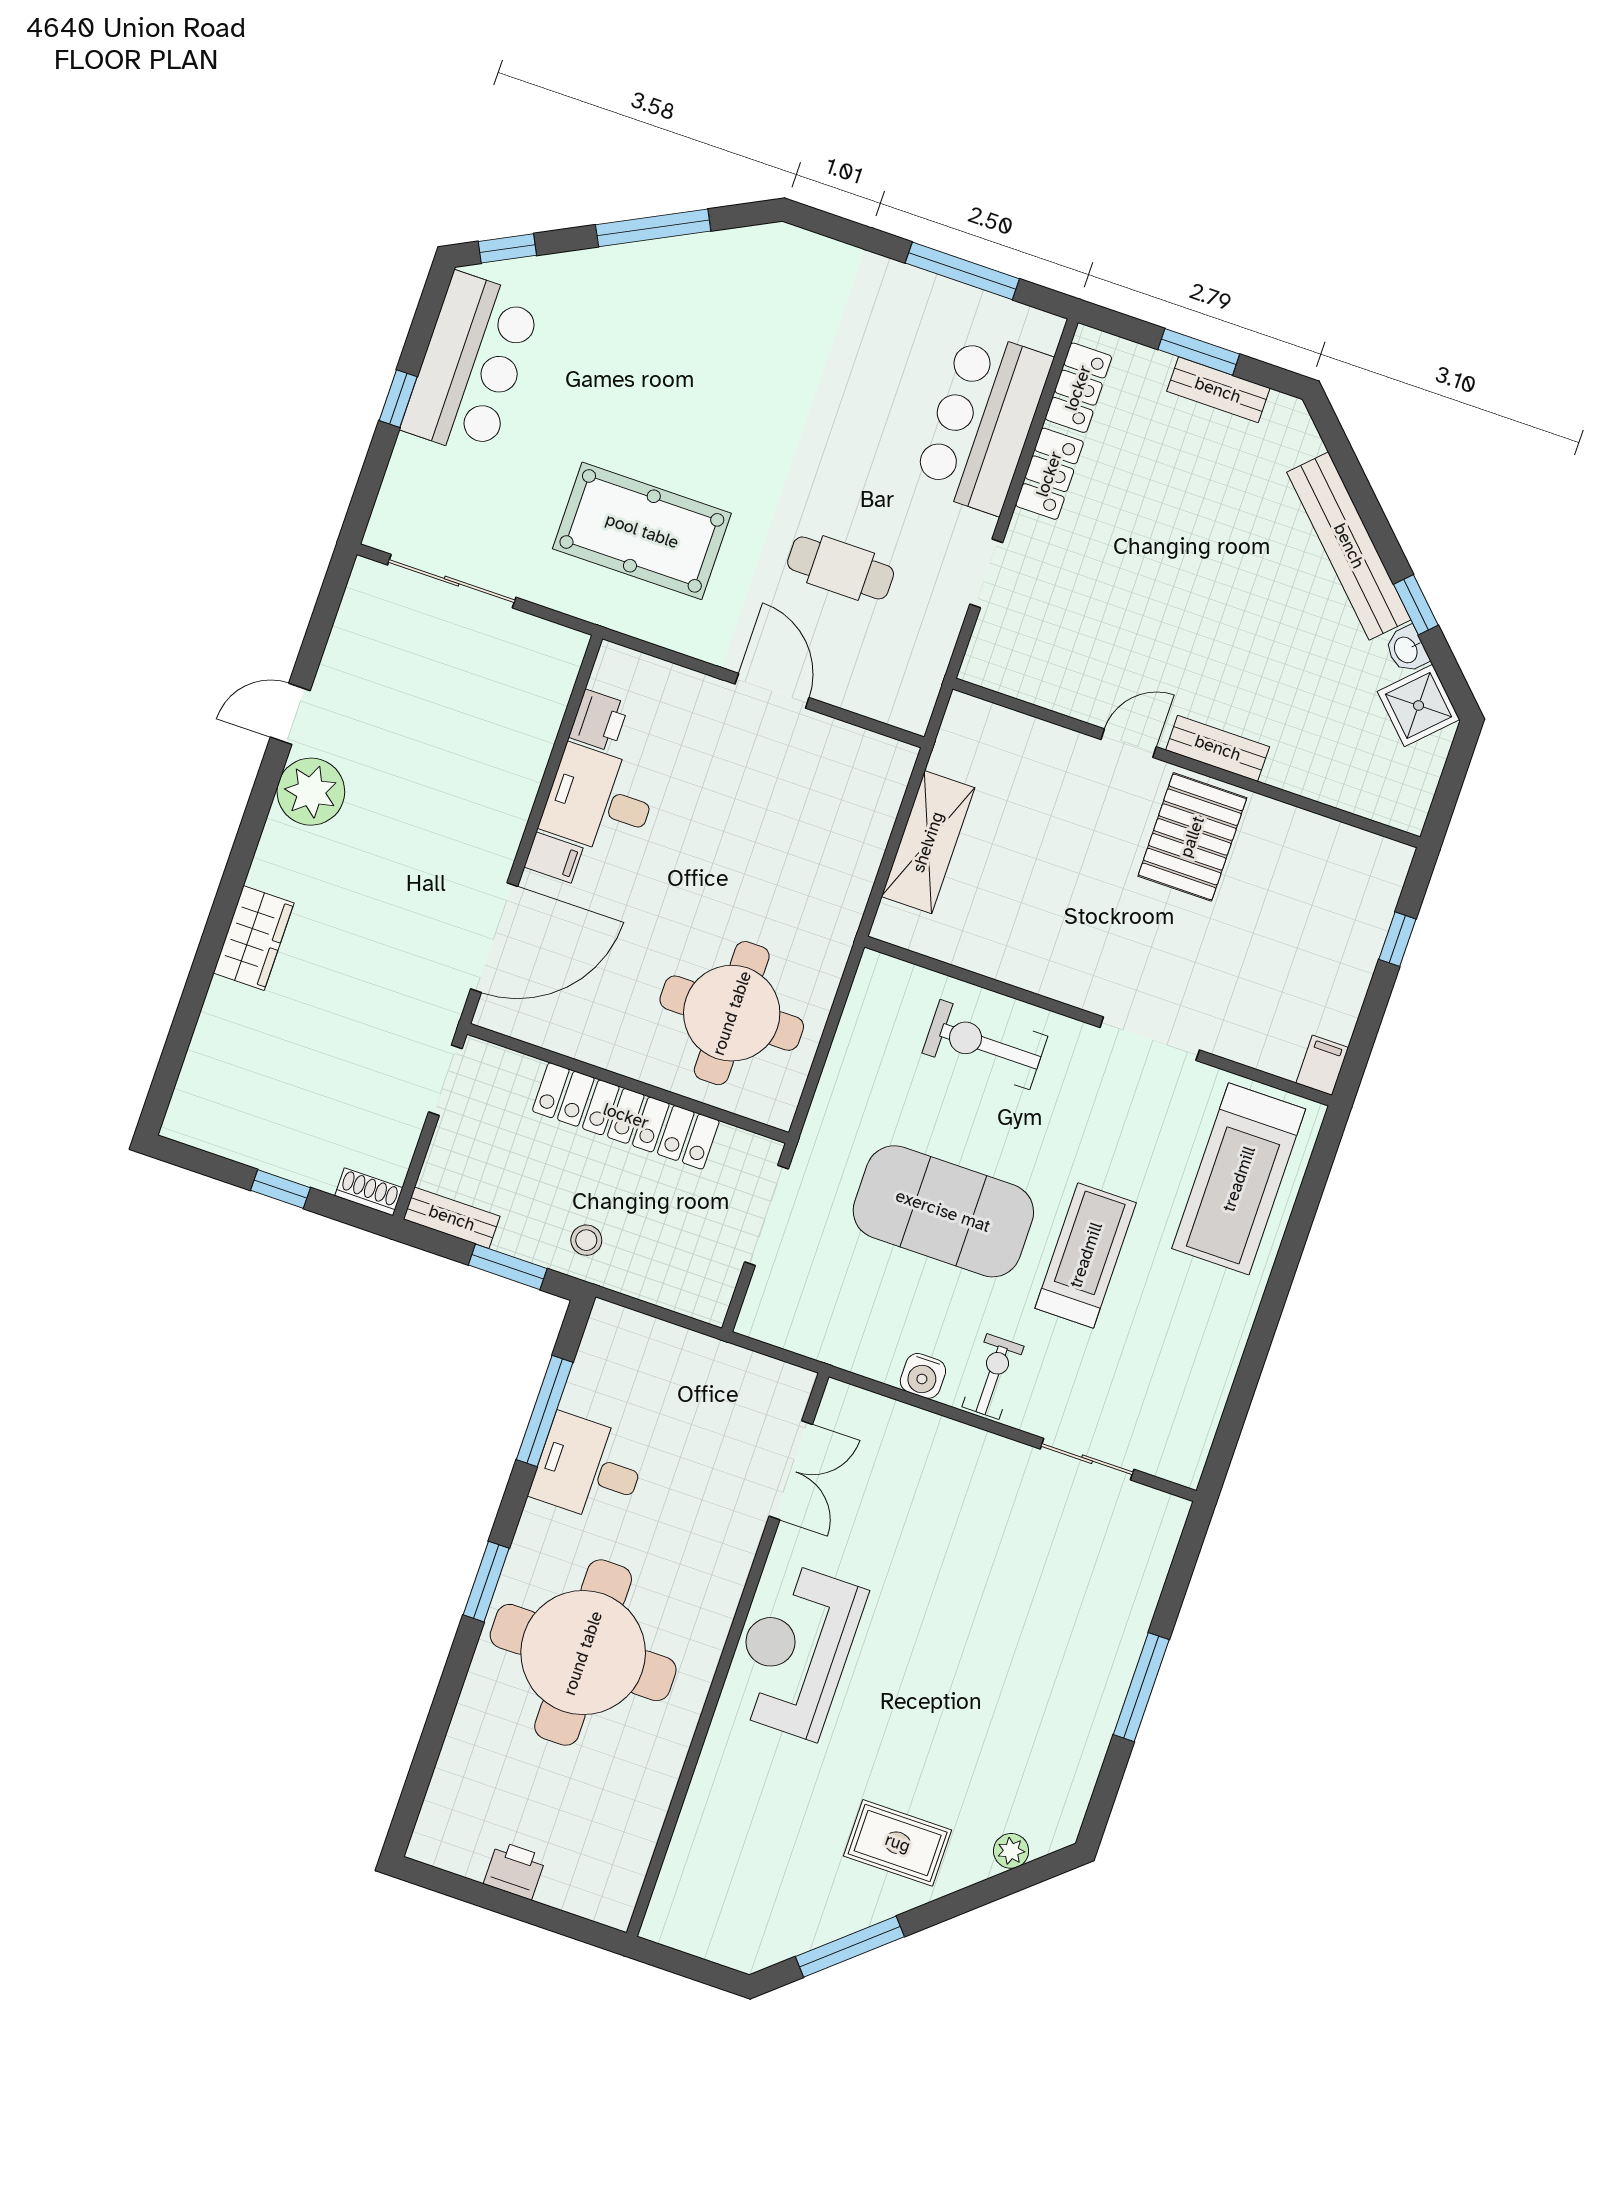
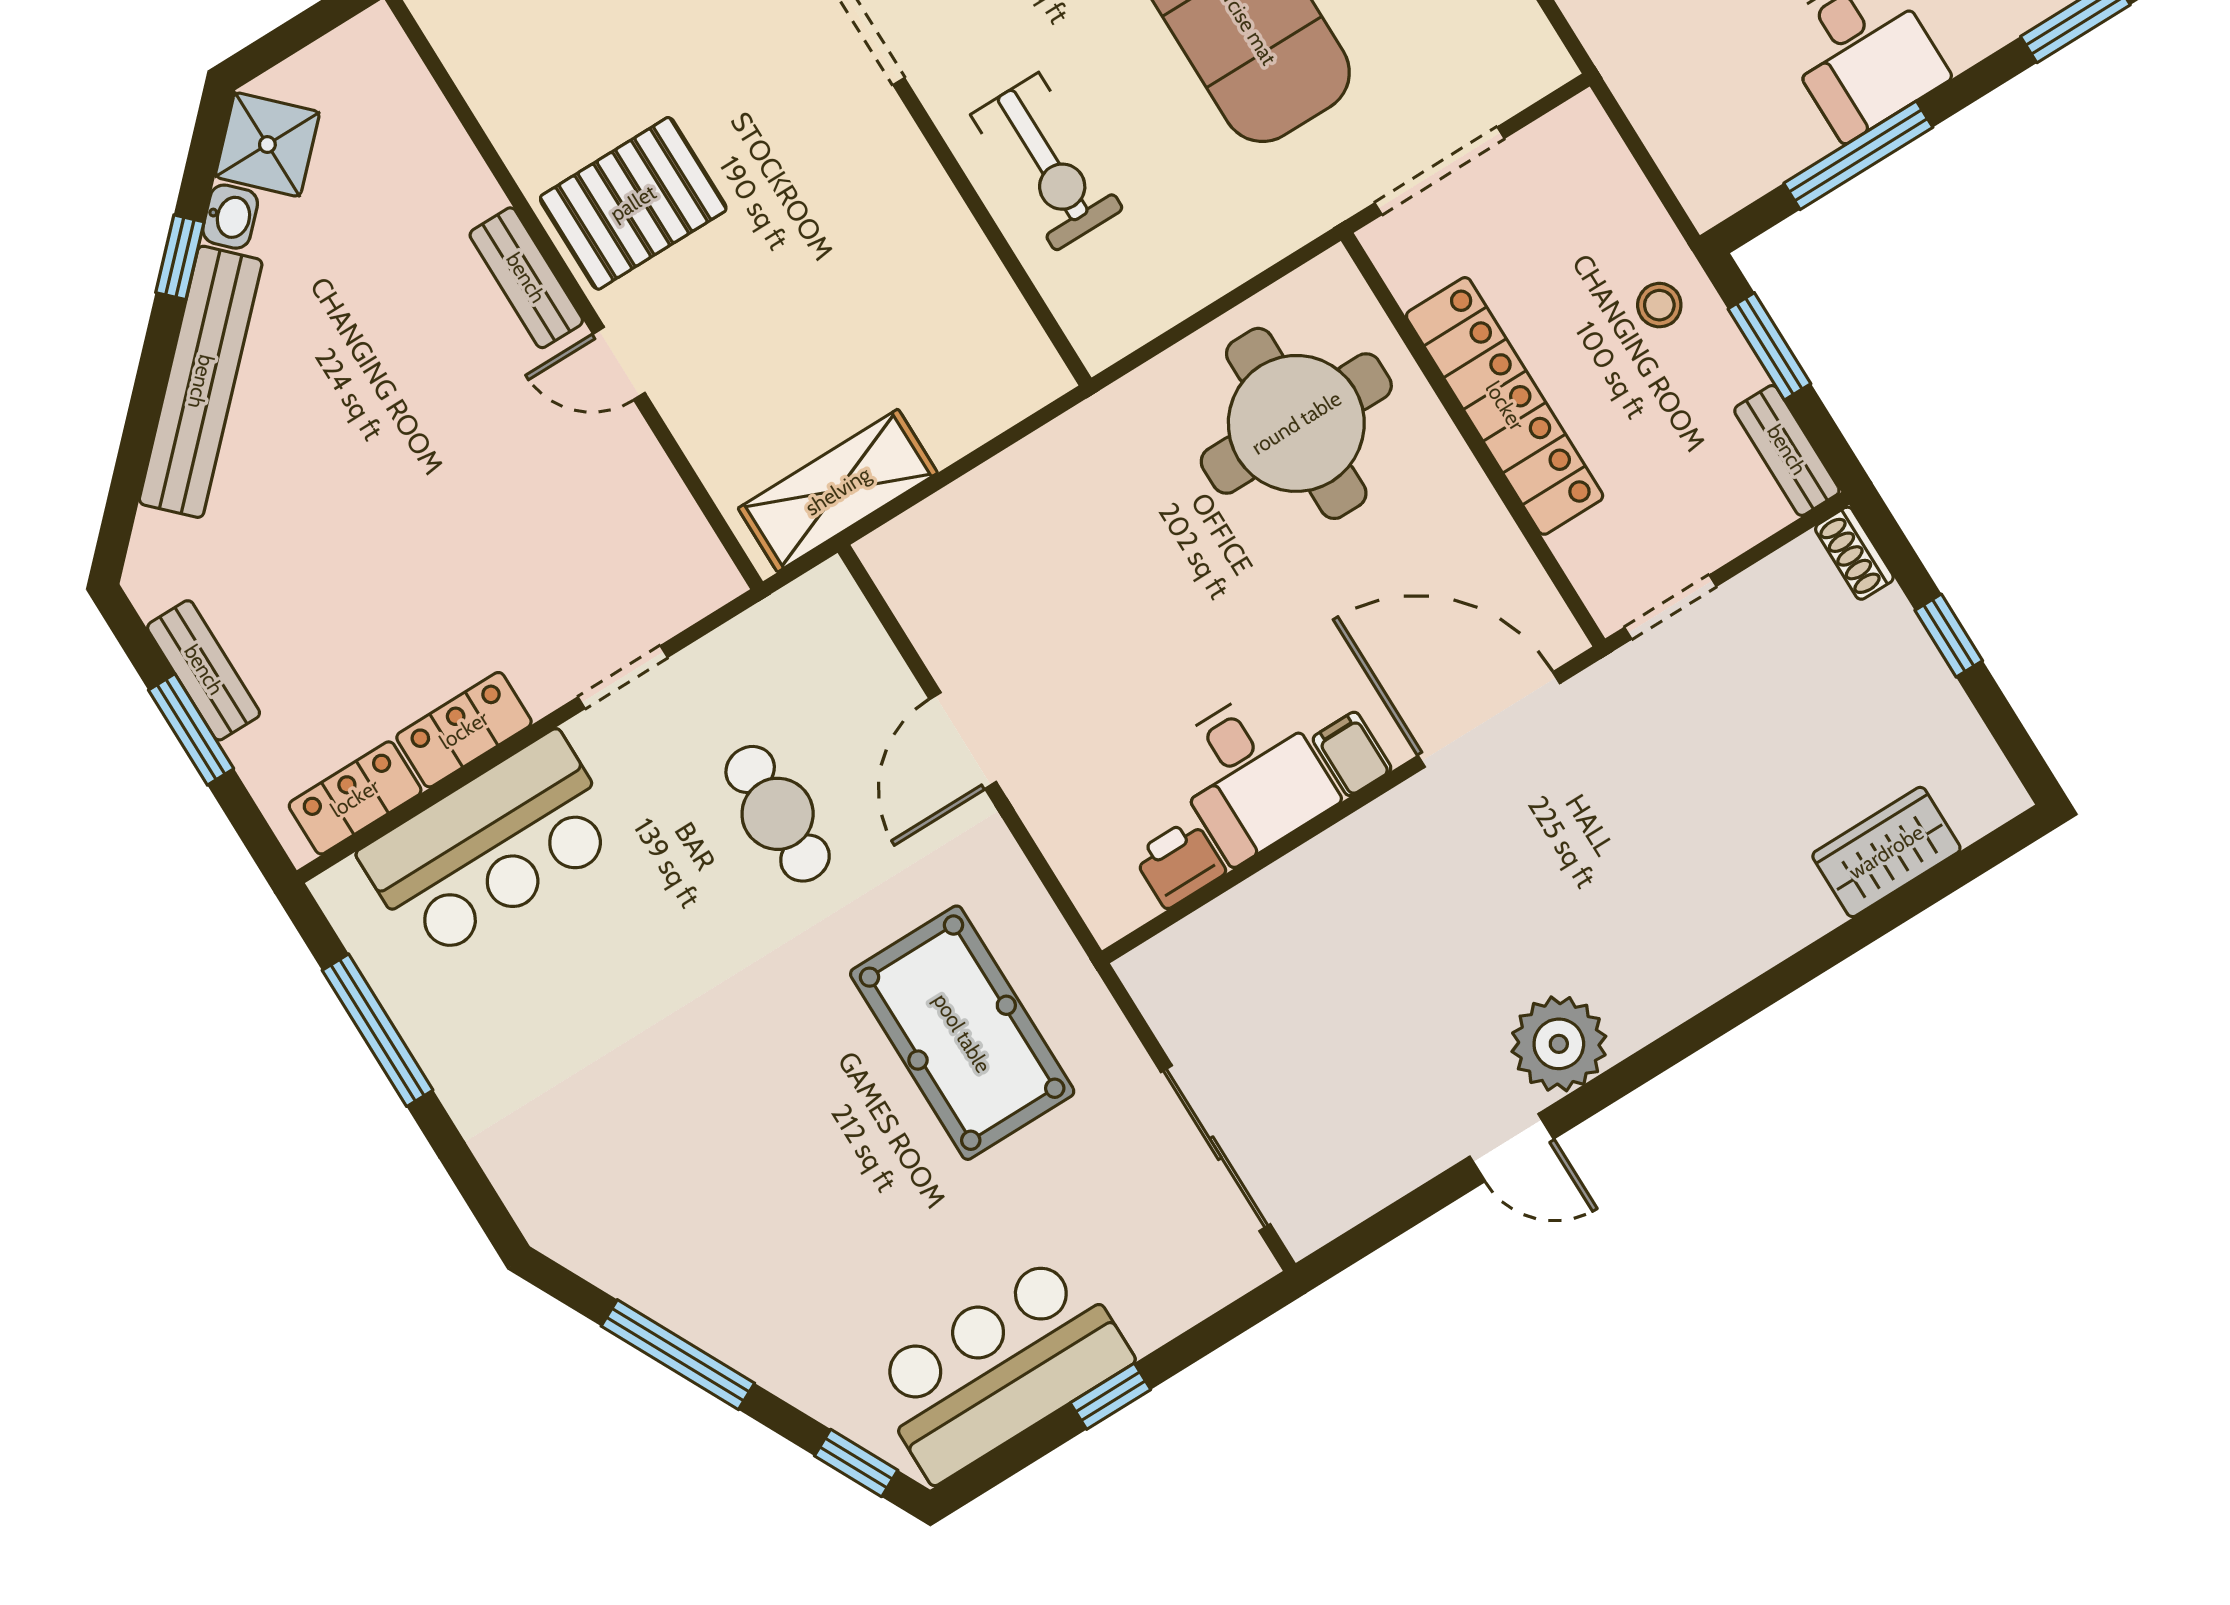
shelving: (928, 842) -> (838, 491), moved
wardrobe: (254, 938) -> (1886, 852), moved

